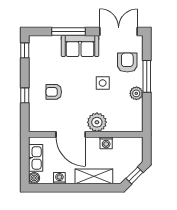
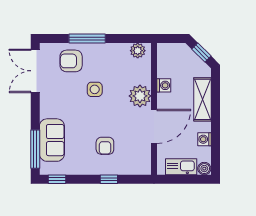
window: (69, 31) -> (35, 149), moved
sofa: (80, 46) -> (52, 140), moved
plant: (136, 93) -> (138, 51), moved

